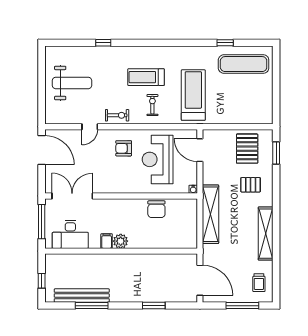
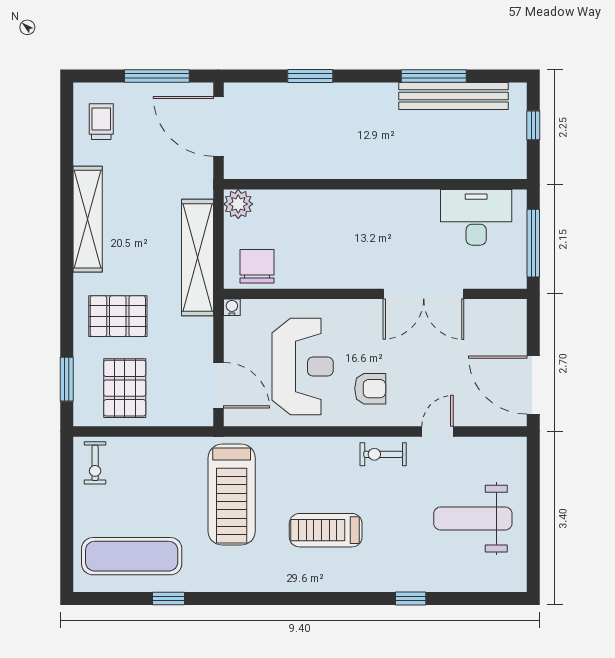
treadmill: (146, 77) -> (326, 530), turned 180
exercise bike: (152, 105) -> (95, 463), moved
pallet: (251, 185) -> (118, 316), width x1.50, depth x1.42
double door: (72, 196) -> (424, 294), moved
chair: (156, 209) -> (257, 266), moved
filing cabinet: (107, 241) -> (404, 204), removed
plant: (121, 241) -> (238, 204), moved
window: (242, 306) -> (157, 76), moved

